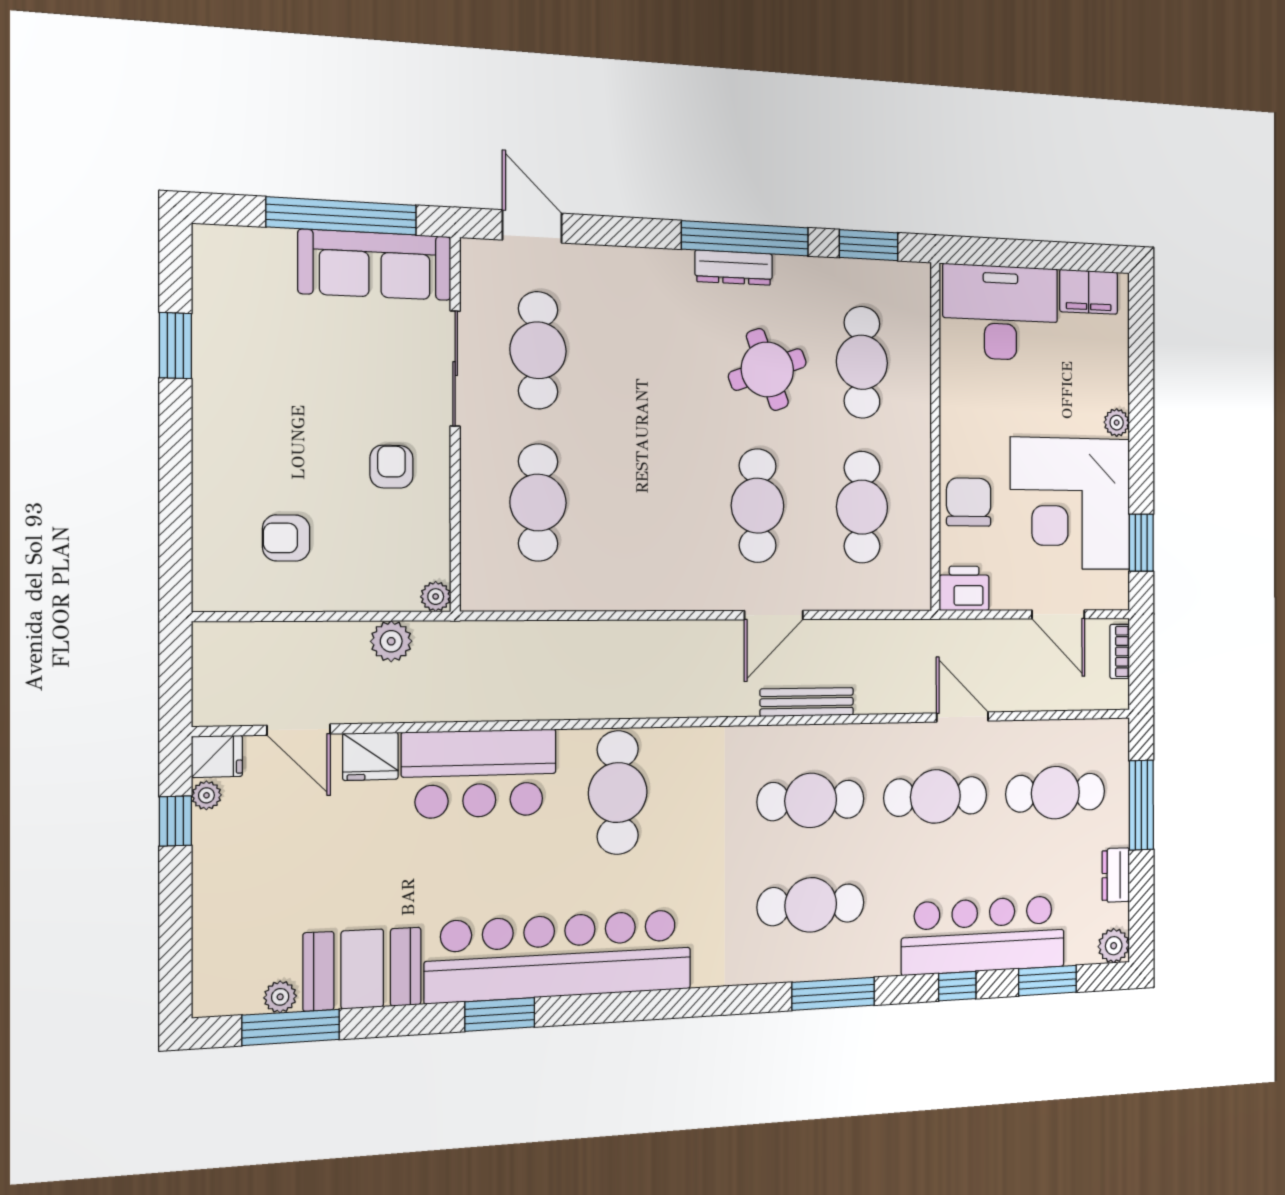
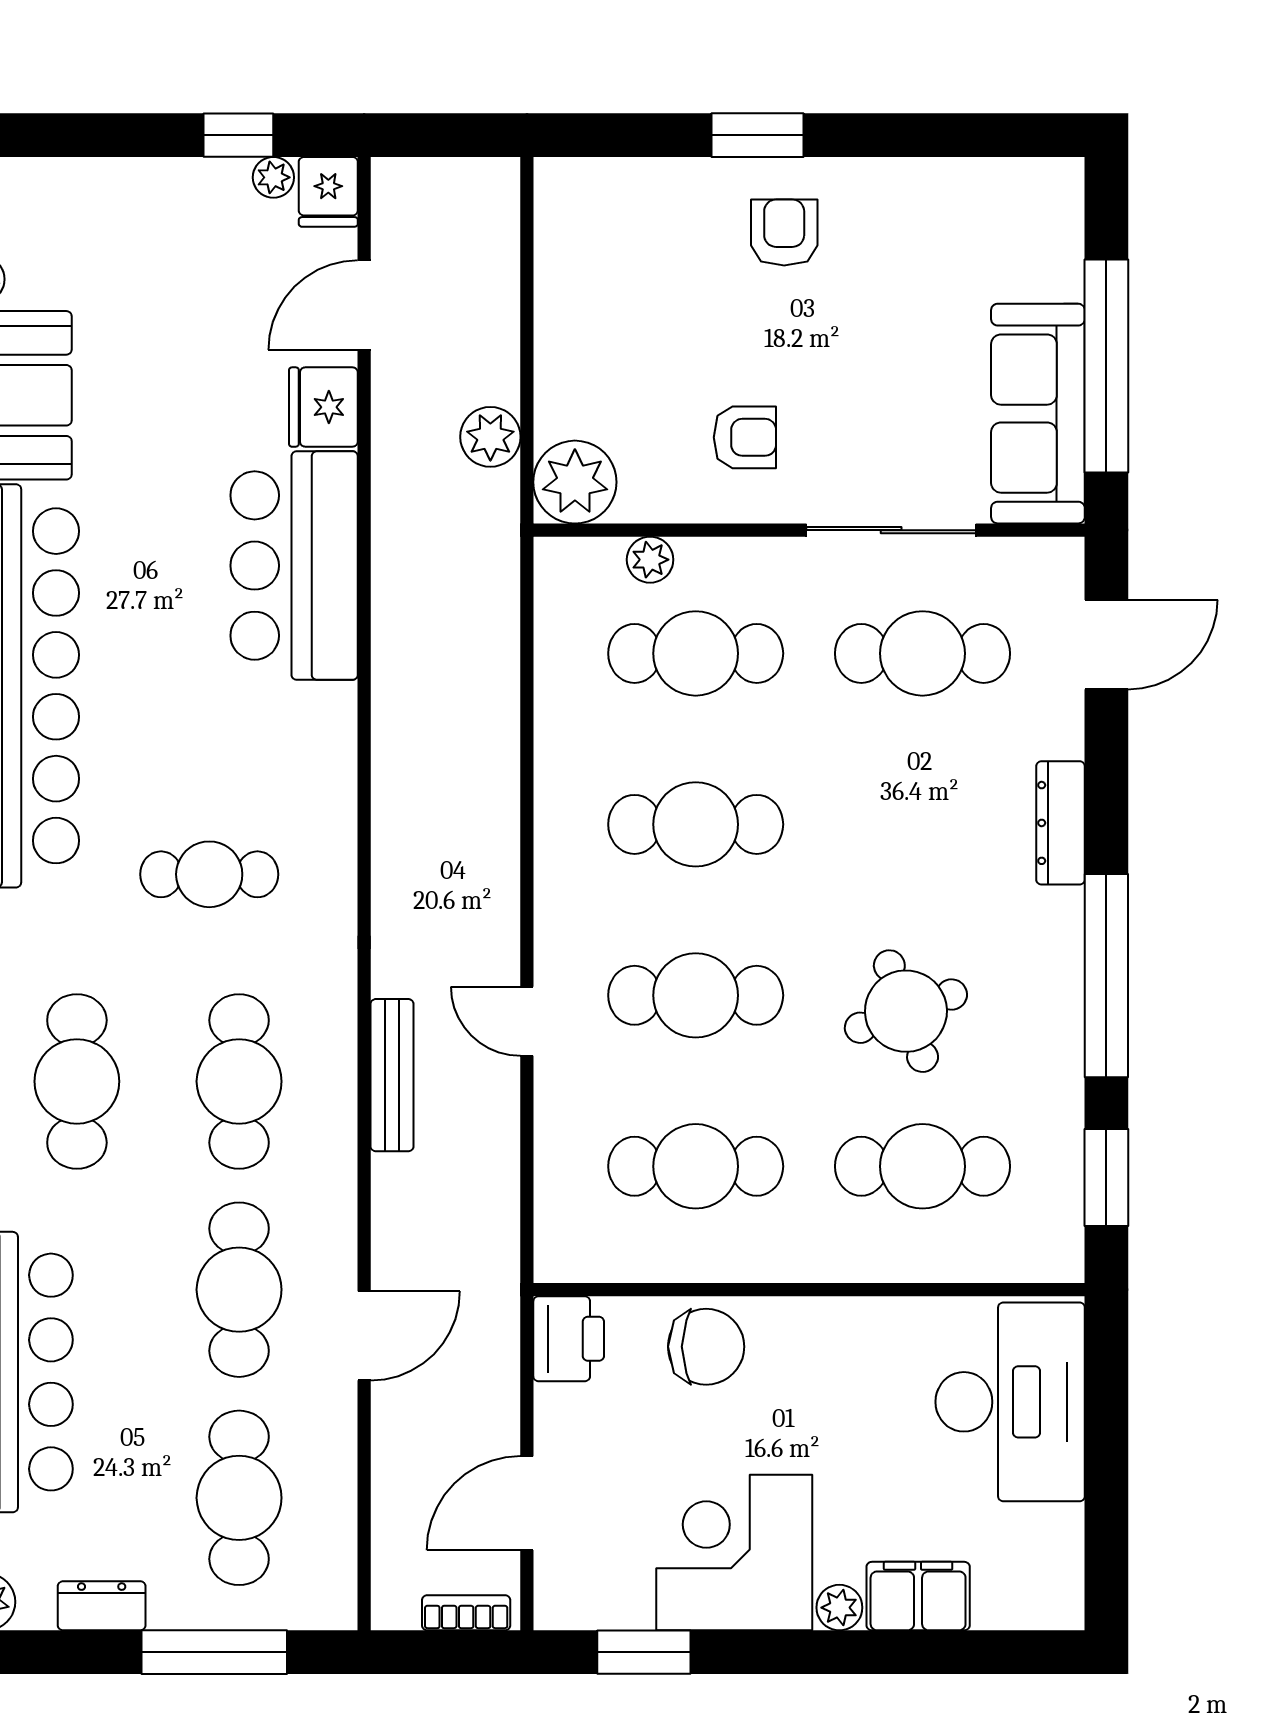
dresser: (734, 268) -> (1061, 823), moved
filing cabinet: (1089, 292) -> (918, 1596), moved, turned 90
window: (175, 346) -> (757, 135), moved
cafe table: (650, 504) -> (696, 824), added
corner desk: (1070, 504) -> (734, 1553), width x0.74, depth x0.74
plant: (475, 533) -> (650, 560), added
armchair: (286, 538) -> (784, 232), moved
plant: (436, 597) -> (575, 482), width x1.88, depth x1.88
door: (774, 615) -> (527, 1021), width x0.73
cafe table: (618, 793) -> (209, 874), moved, width x0.73, depth x0.74

